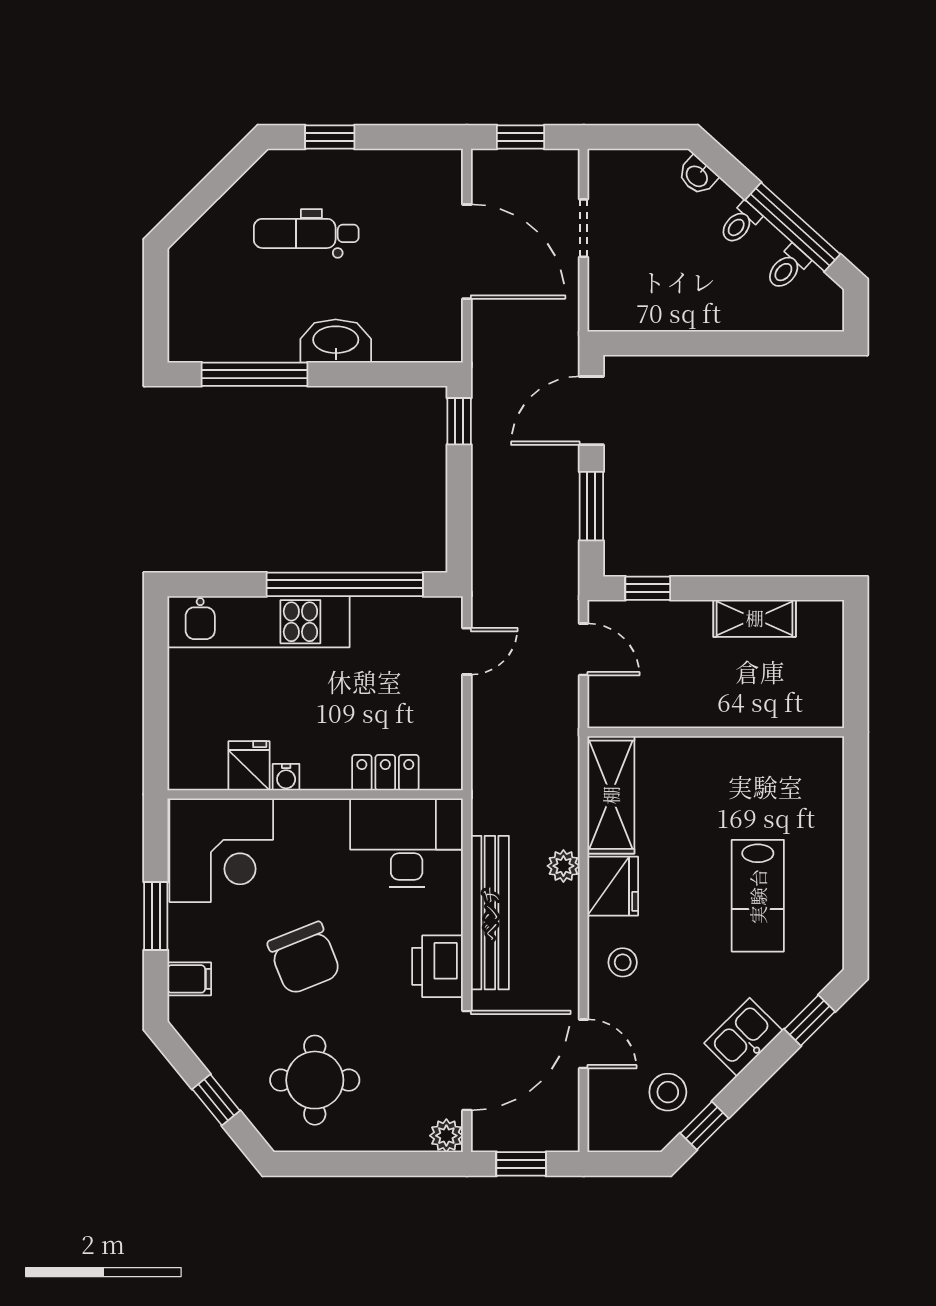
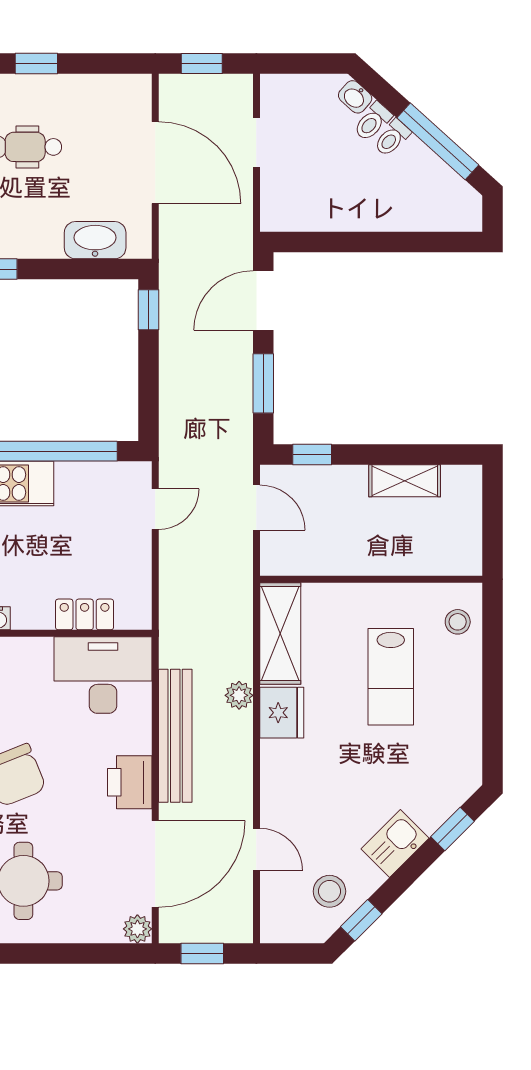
toilet: (788, 268) -> (373, 122), moved
washbasin: (336, 341) -> (95, 240), moved
lab bench: (758, 896) -> (391, 677), moved
stool: (623, 962) -> (458, 622), moved

